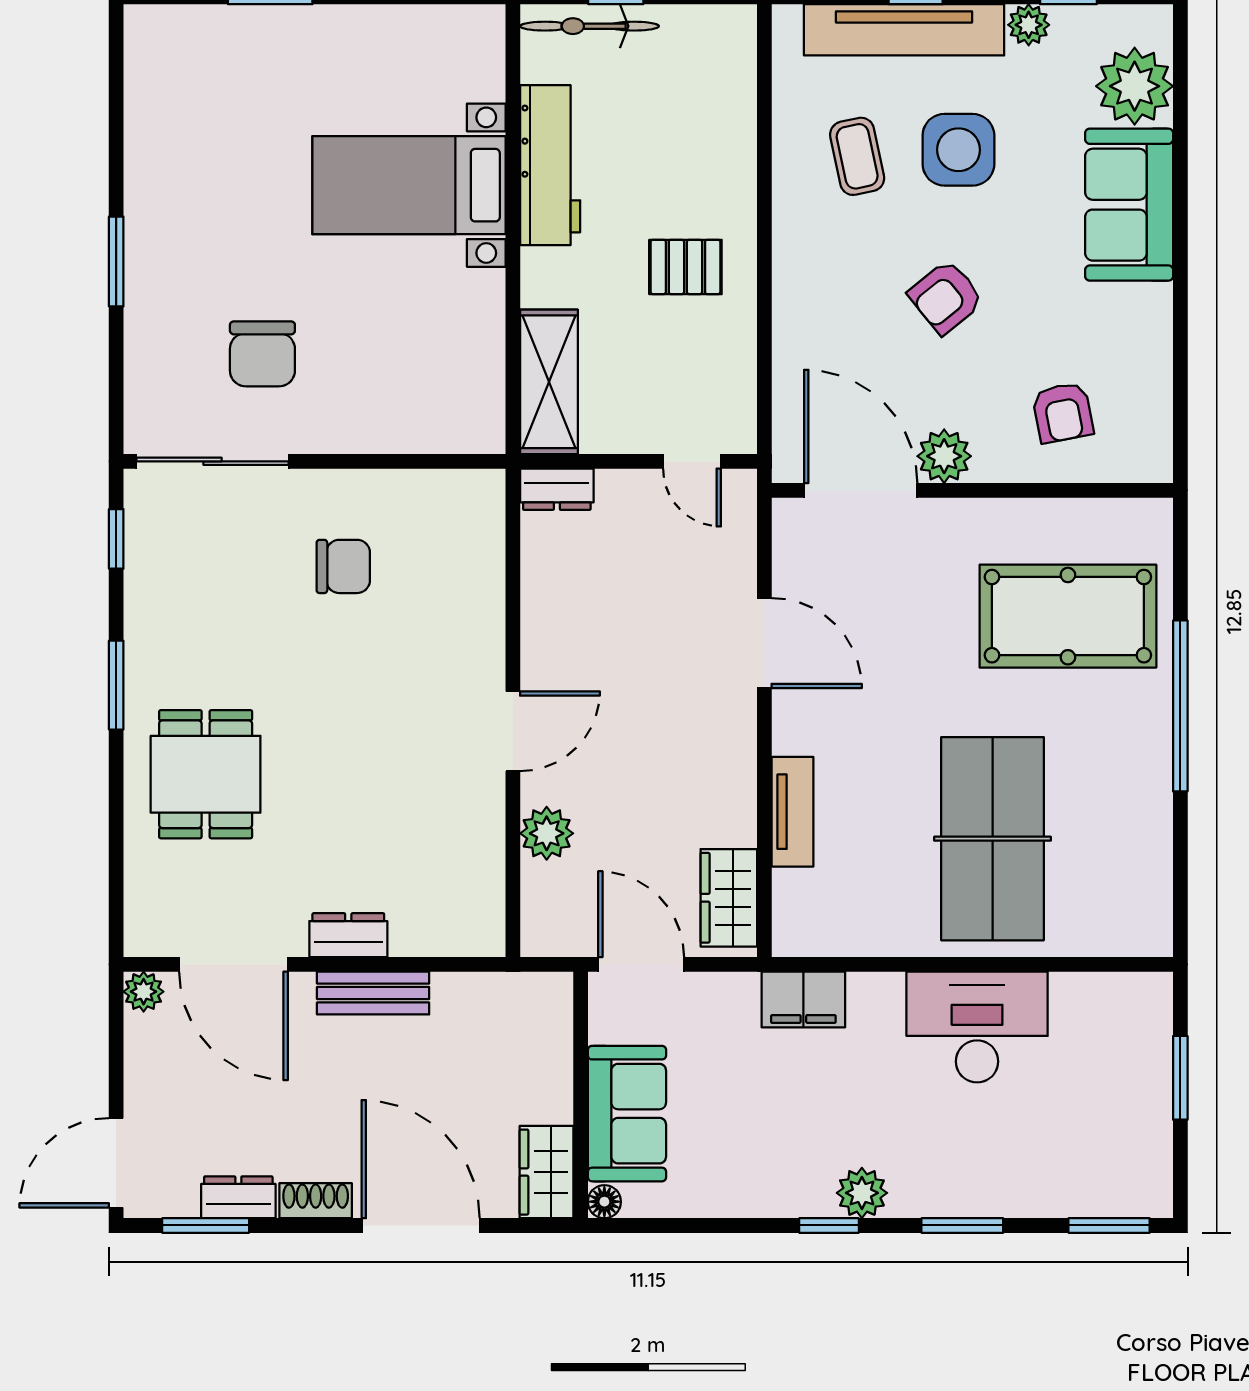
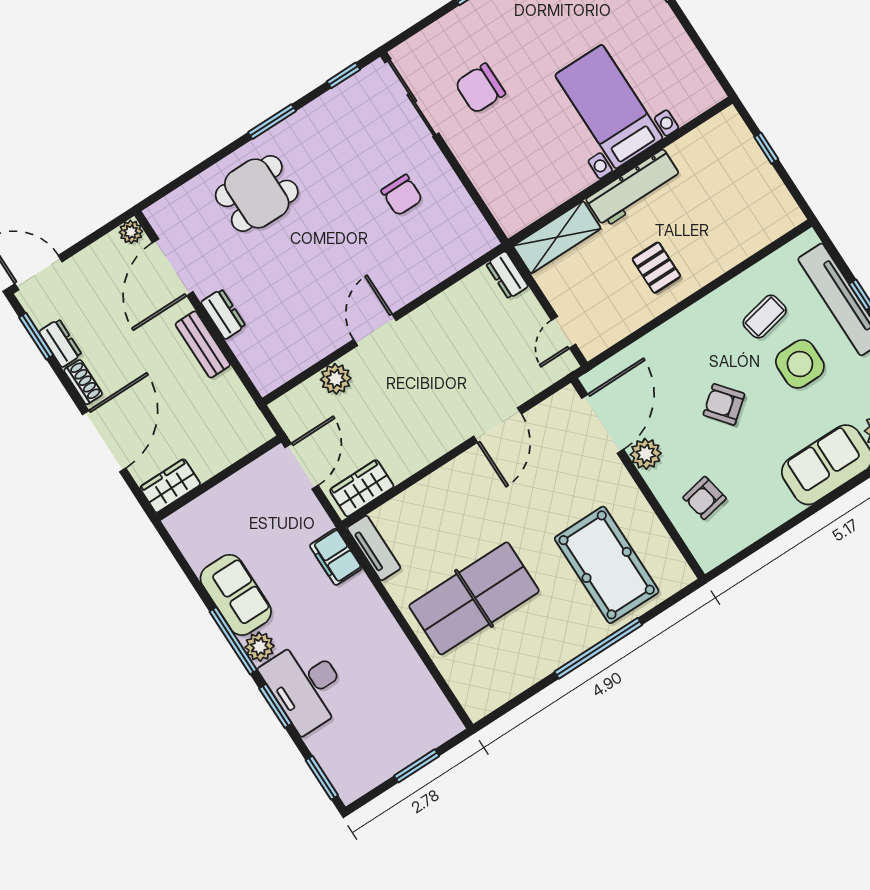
bicycle: (589, 26) -> (744, 145), removed
workbench: (550, 165) -> (634, 188), moved
door: (513, 731) -> (375, 330), swing flipped
tv unit: (793, 812) -> (374, 548), moved, turned -90
desk: (977, 1027) -> (306, 686), moved, turned 180
sofa: (627, 1114) -> (236, 595), moved, turned -90
floor lamp: (604, 1202) -> (174, 524), removed
window: (829, 1225) -> (233, 641), width x2.17

